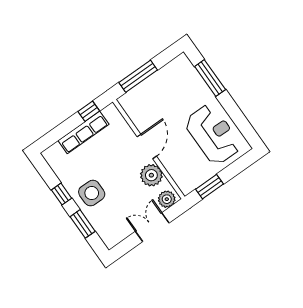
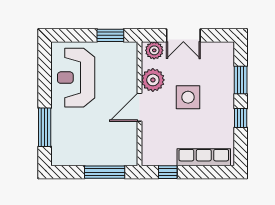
row of seats: (83, 132) -> (204, 157), moved
side table: (92, 193) -> (188, 97), moved

